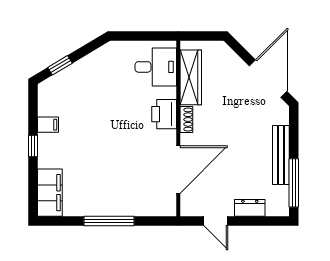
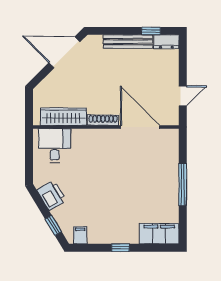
printer: (164, 114) -> (52, 195), moved, turned -121
shoe rack: (186, 119) -> (103, 120), width x1.43
filing cabinet: (48, 125) -> (80, 235), moved
window: (294, 183) -> (151, 31), width x0.46
dresser: (250, 208) -> (166, 42), moved, turned -90

